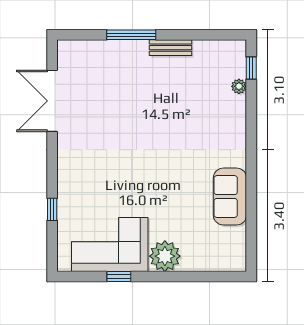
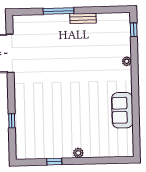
plant: (239, 86) -> (127, 61), moved
corner sofa: (110, 244) -> (48, 142), removed
plant: (165, 256) -> (78, 153), width x0.53, depth x0.53

